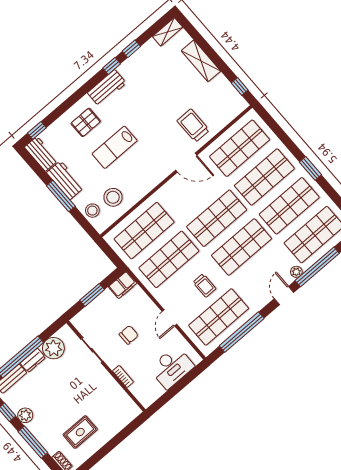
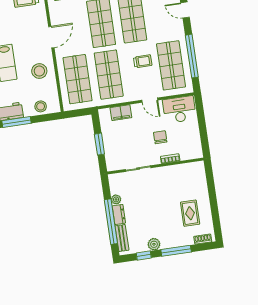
door: (186, 163) -> (51, 37), moved
stool: (113, 197) -> (39, 71), moved
filing cabinet: (123, 285) -> (121, 113), moved, turned 90
chair: (129, 335) -> (160, 137), moved
plant: (53, 348) -> (116, 199), width x0.53, depth x0.53
desk: (172, 367) -> (179, 110), moved, turned -90

